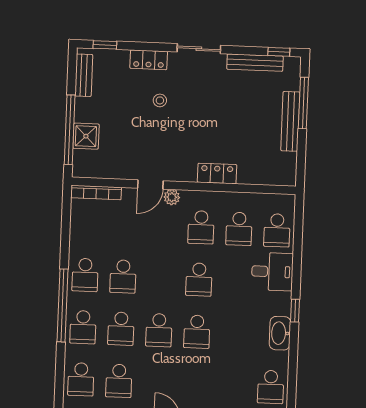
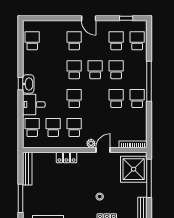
bench: (290, 121) -> (27, 169), moved
shower: (86, 136) -> (134, 169), width x1.86, depth x1.86
school desk: (83, 327) -> (74, 41), moved
washbasin: (280, 333) -> (28, 84), moved

